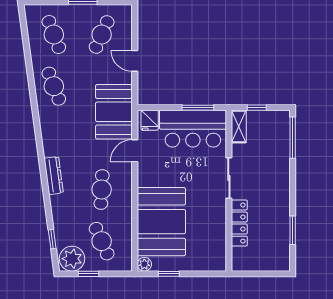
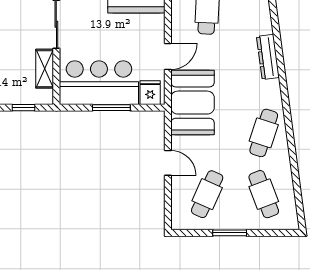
cafe table: (54, 86) -> (264, 133), turned 39
window: (198, 108) -> (111, 108), moved
shelving: (239, 127) -> (45, 69), moved
dresser: (54, 176) -> (268, 57), moved

